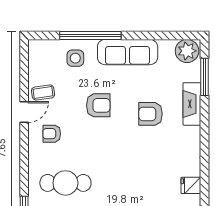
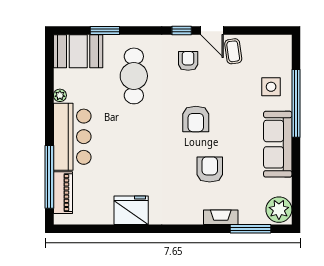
fireplace: (192, 104) -> (221, 217), width x0.73, depth x0.76
armchair: (98, 105) -> (196, 119), moved
window: (24, 139) -> (182, 31), added
fridge: (191, 185) -> (131, 210), width x1.88, depth x1.34

